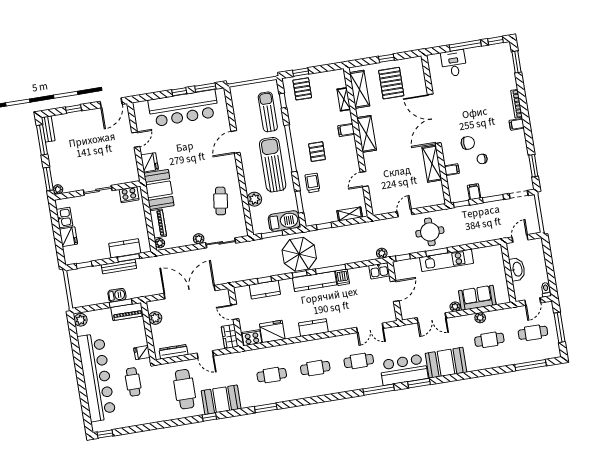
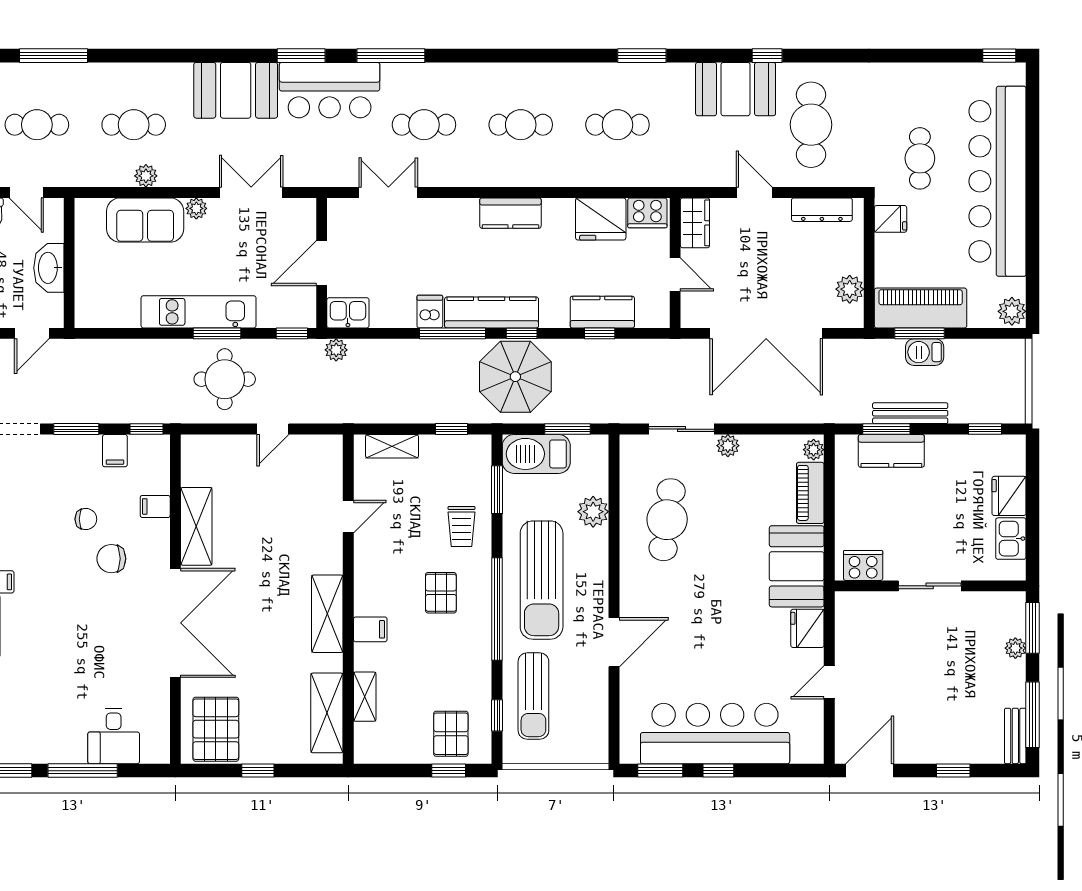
pallet: (391, 83) -> (216, 729), moved
plant: (58, 189) -> (1015, 648), moved
cafe table: (221, 201) -> (667, 520), width x1.37, depth x1.35
door: (533, 301) -> (26, 192), swing flipped
piano: (127, 312) -> (921, 308), width x1.37, depth x1.33

